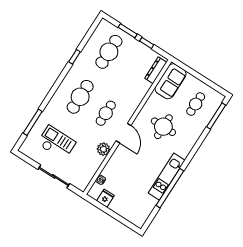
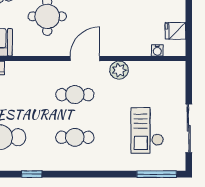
cafe table: (80, 97) -> (75, 137), width x0.73, depth x0.74
window: (33, 122) -> (157, 174), moved
sliding door: (54, 176) -> (189, 128), moved

